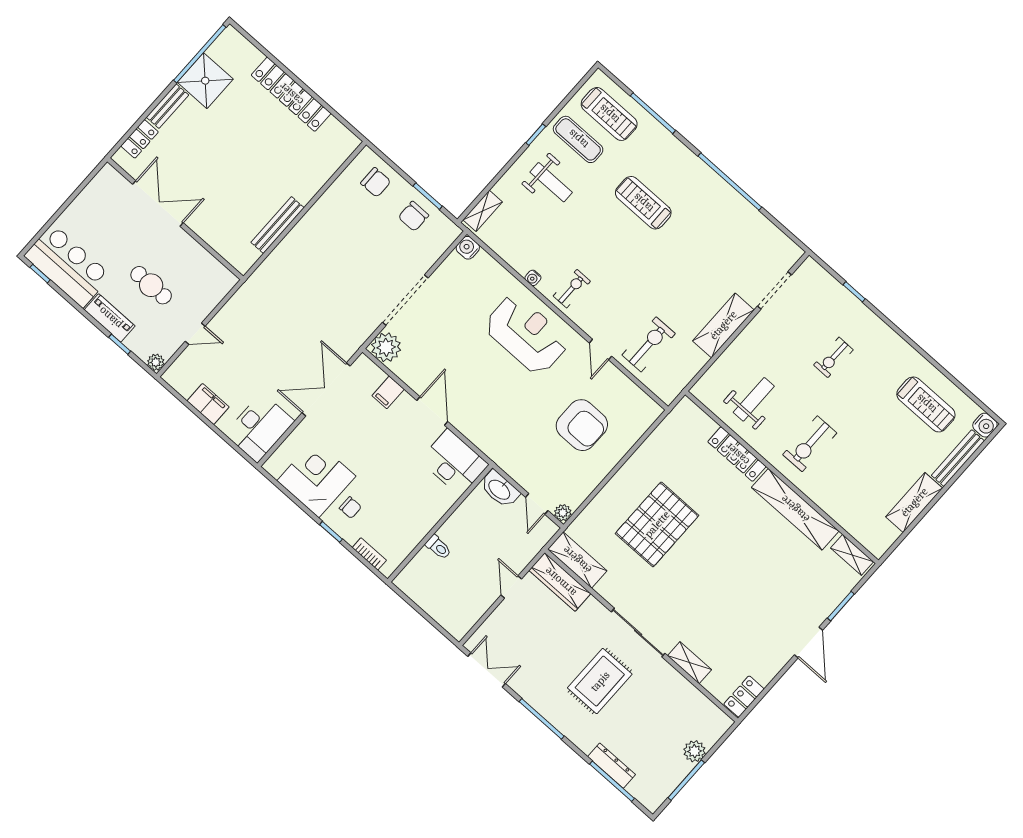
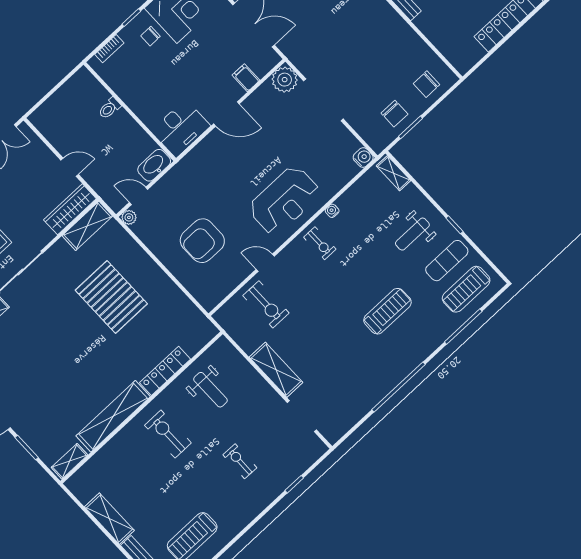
chair: (413, 216) -> (394, 114), turned 180

